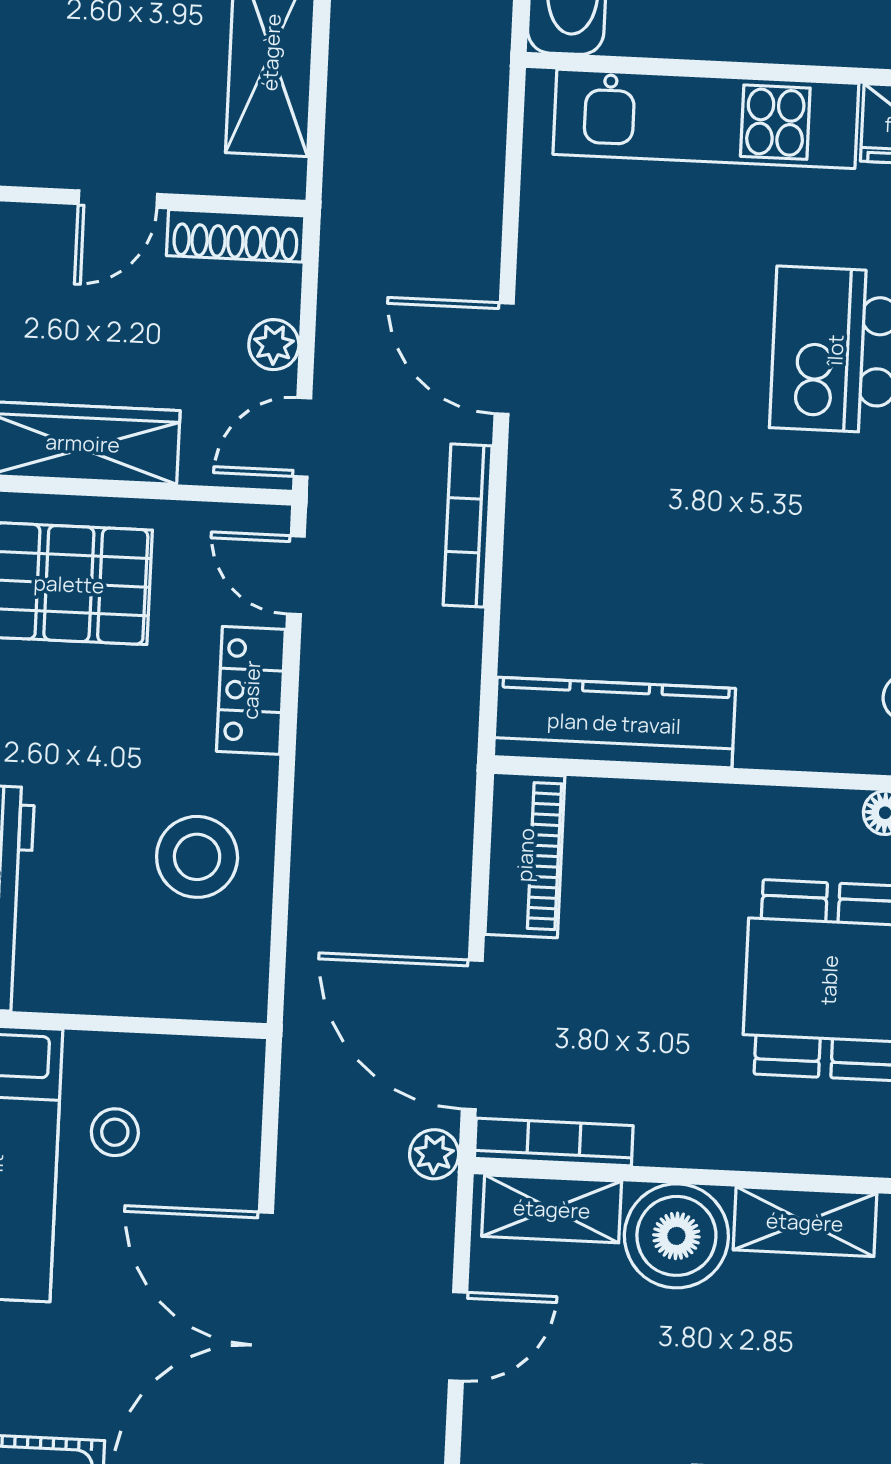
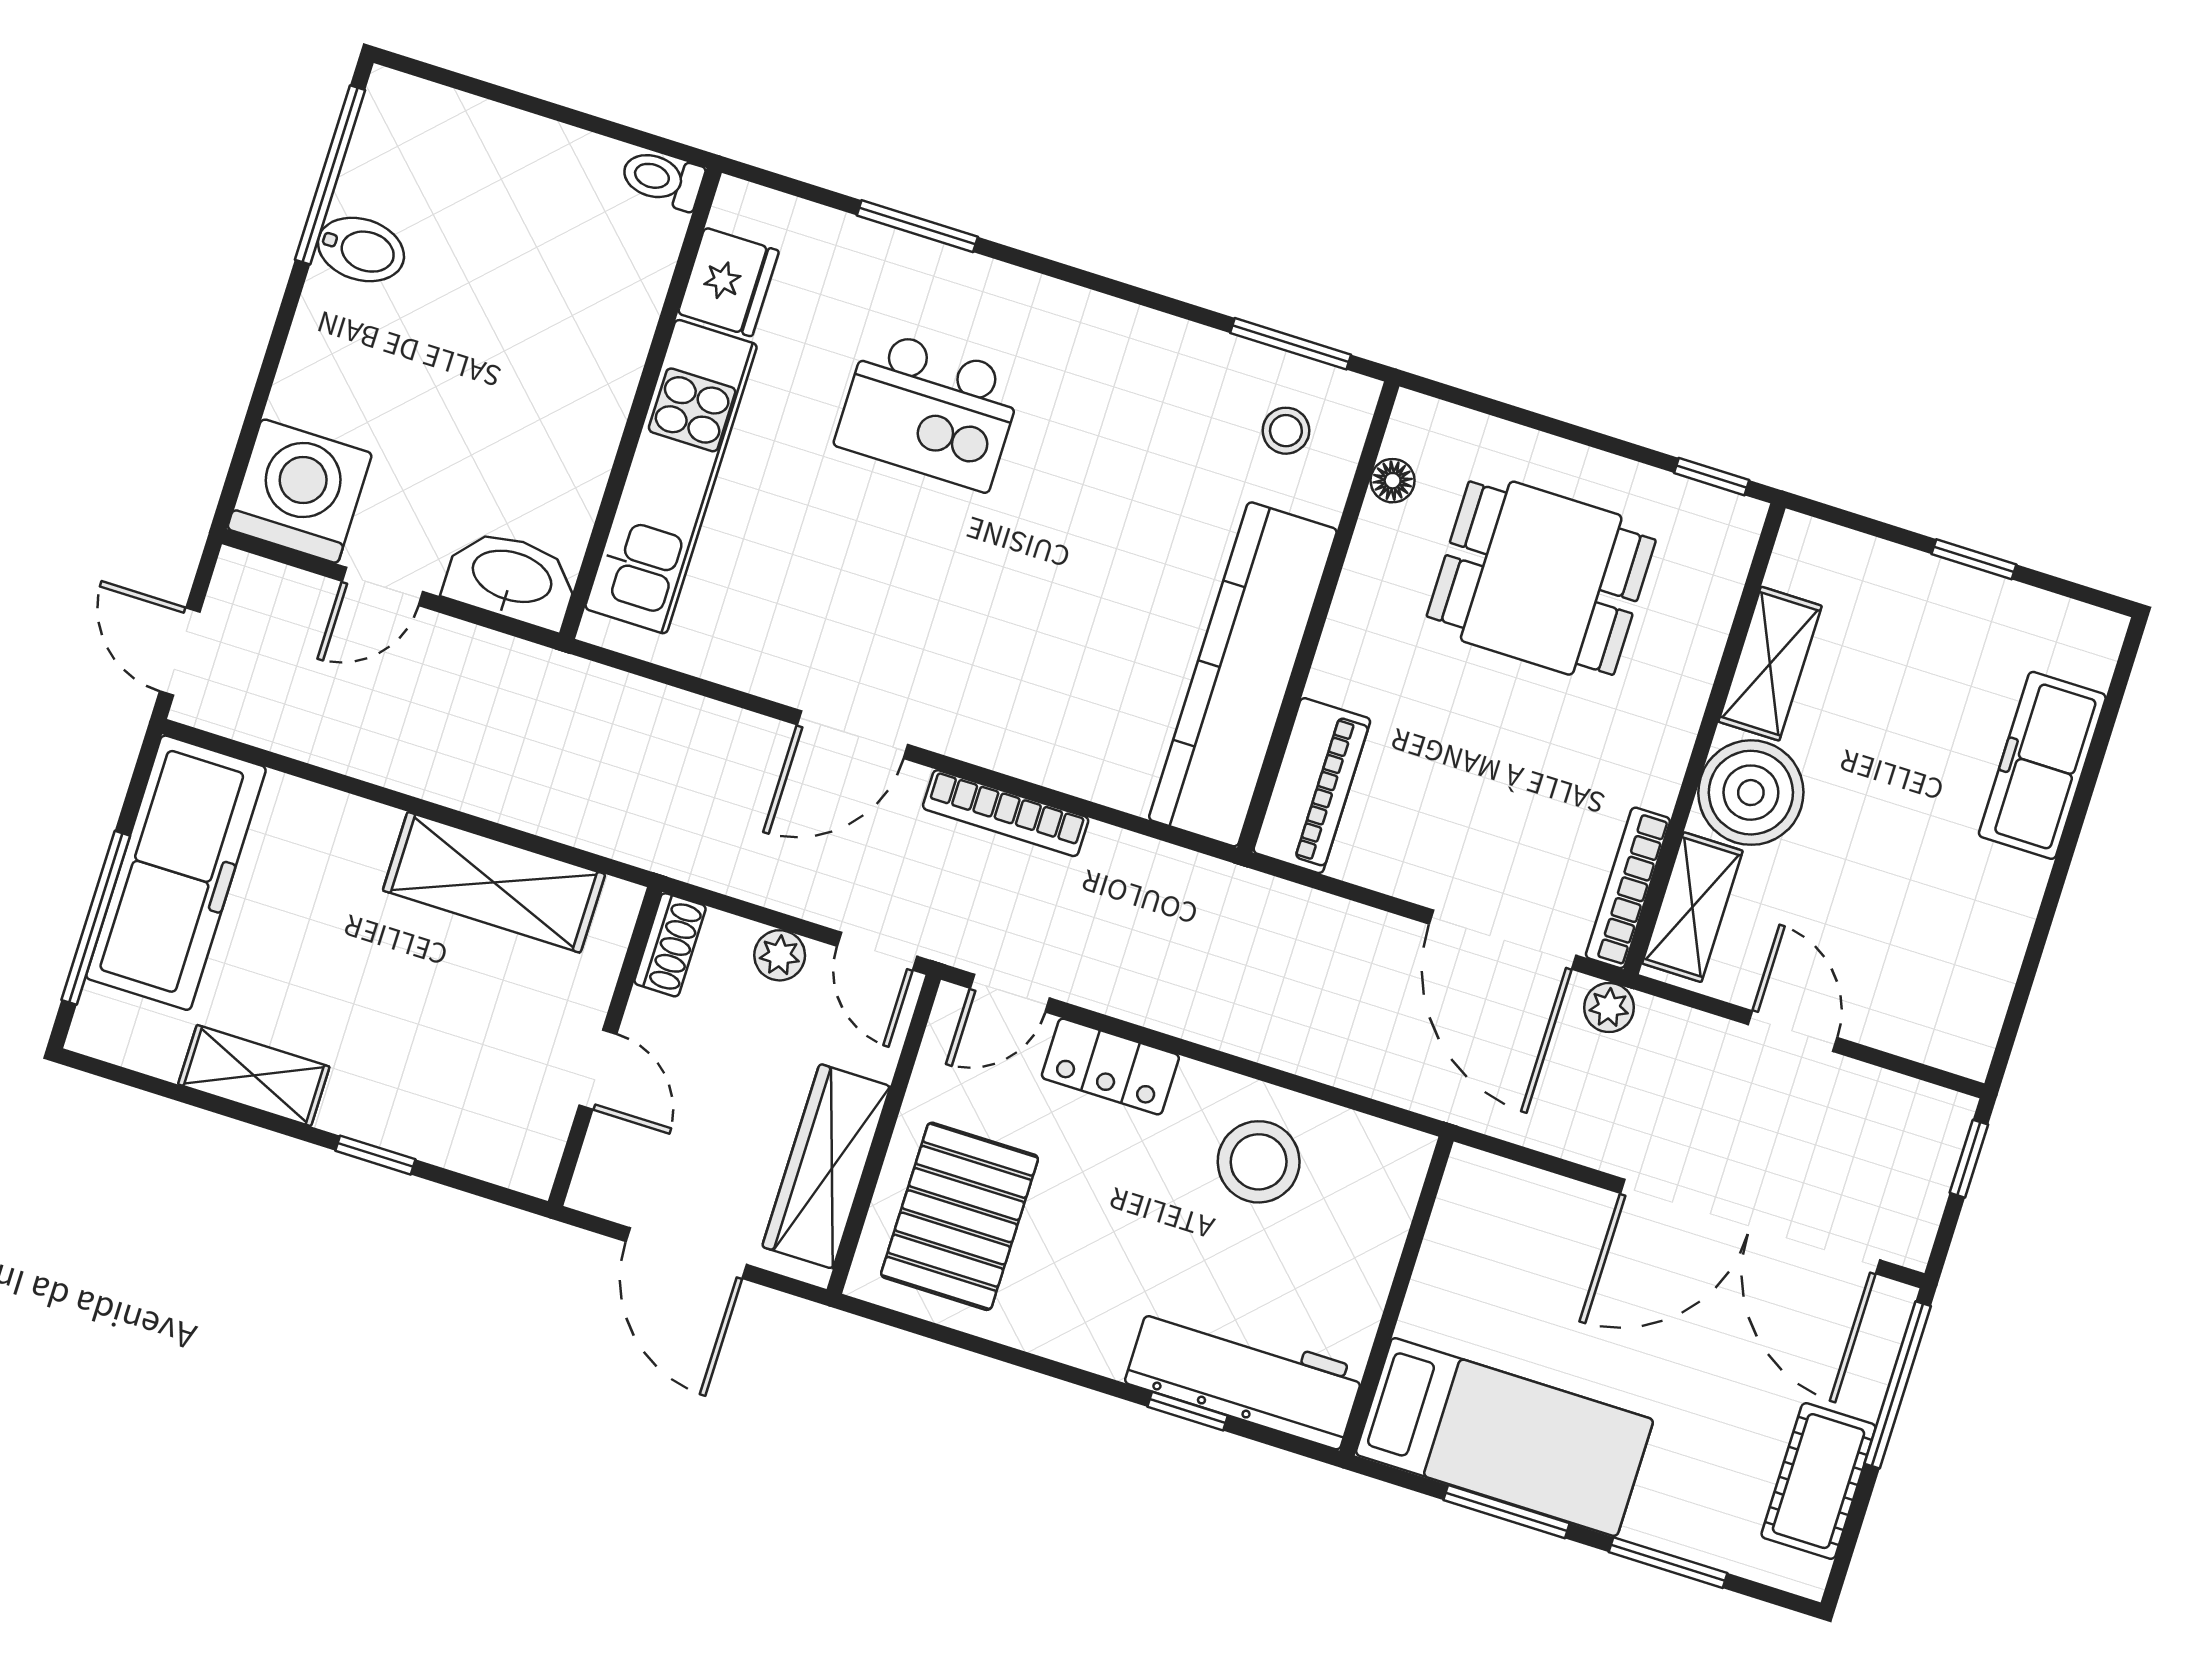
shoe rack: (236, 236) -> (670, 945), width x0.70
kitchen counter: (614, 723) -> (1243, 674), width x1.39, depth x1.17
piano: (525, 855) -> (1312, 786), moved, turned 90
door: (472, 1035) -> (1503, 940), hinge flipped
stool: (115, 1132) -> (1505, 1313), removed

